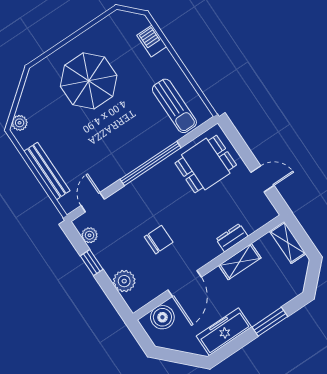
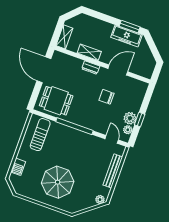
door: (262, 179) -> (44, 70), width x1.88
door: (93, 202) -> (112, 139), swing flipped
dresser: (232, 238) -> (91, 67), moved
plant: (124, 281) -> (130, 118), moved
boiler: (162, 317) -> (141, 69), removed
window: (270, 322) -> (130, 27), moved

